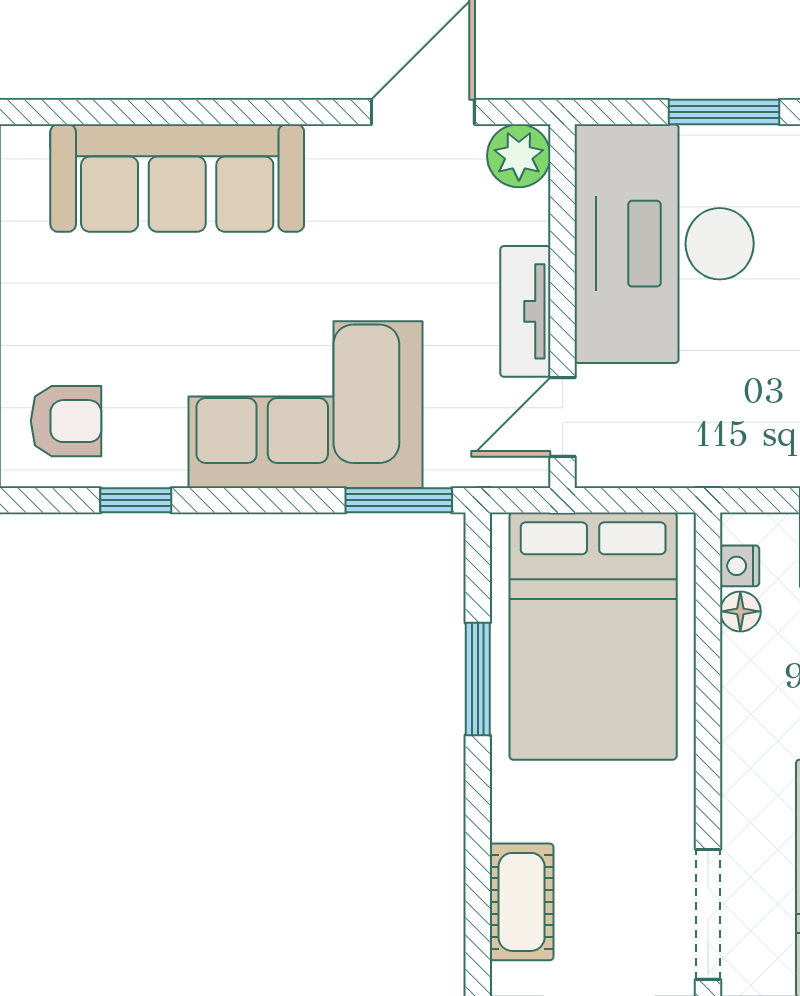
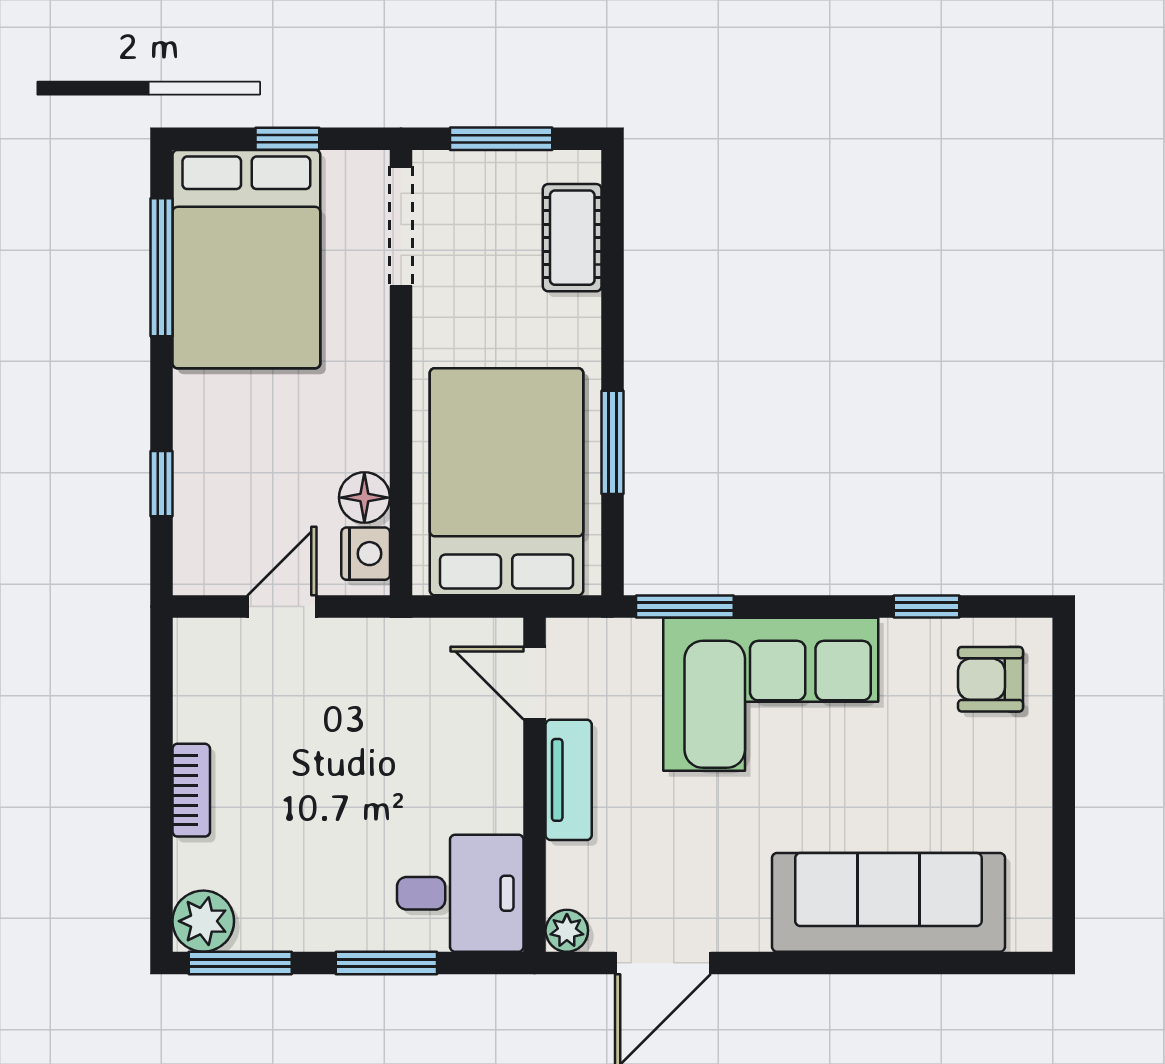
plant: (519, 156) -> (567, 931), width x0.73, depth x0.73
desk: (664, 244) -> (460, 893), width x0.53, depth x0.77
door: (563, 417) -> (535, 683), swing flipped
nightstand: (740, 566) -> (366, 554), width x1.39, depth x1.35
floor lamp: (740, 611) -> (364, 498), width x1.37, depth x1.37

